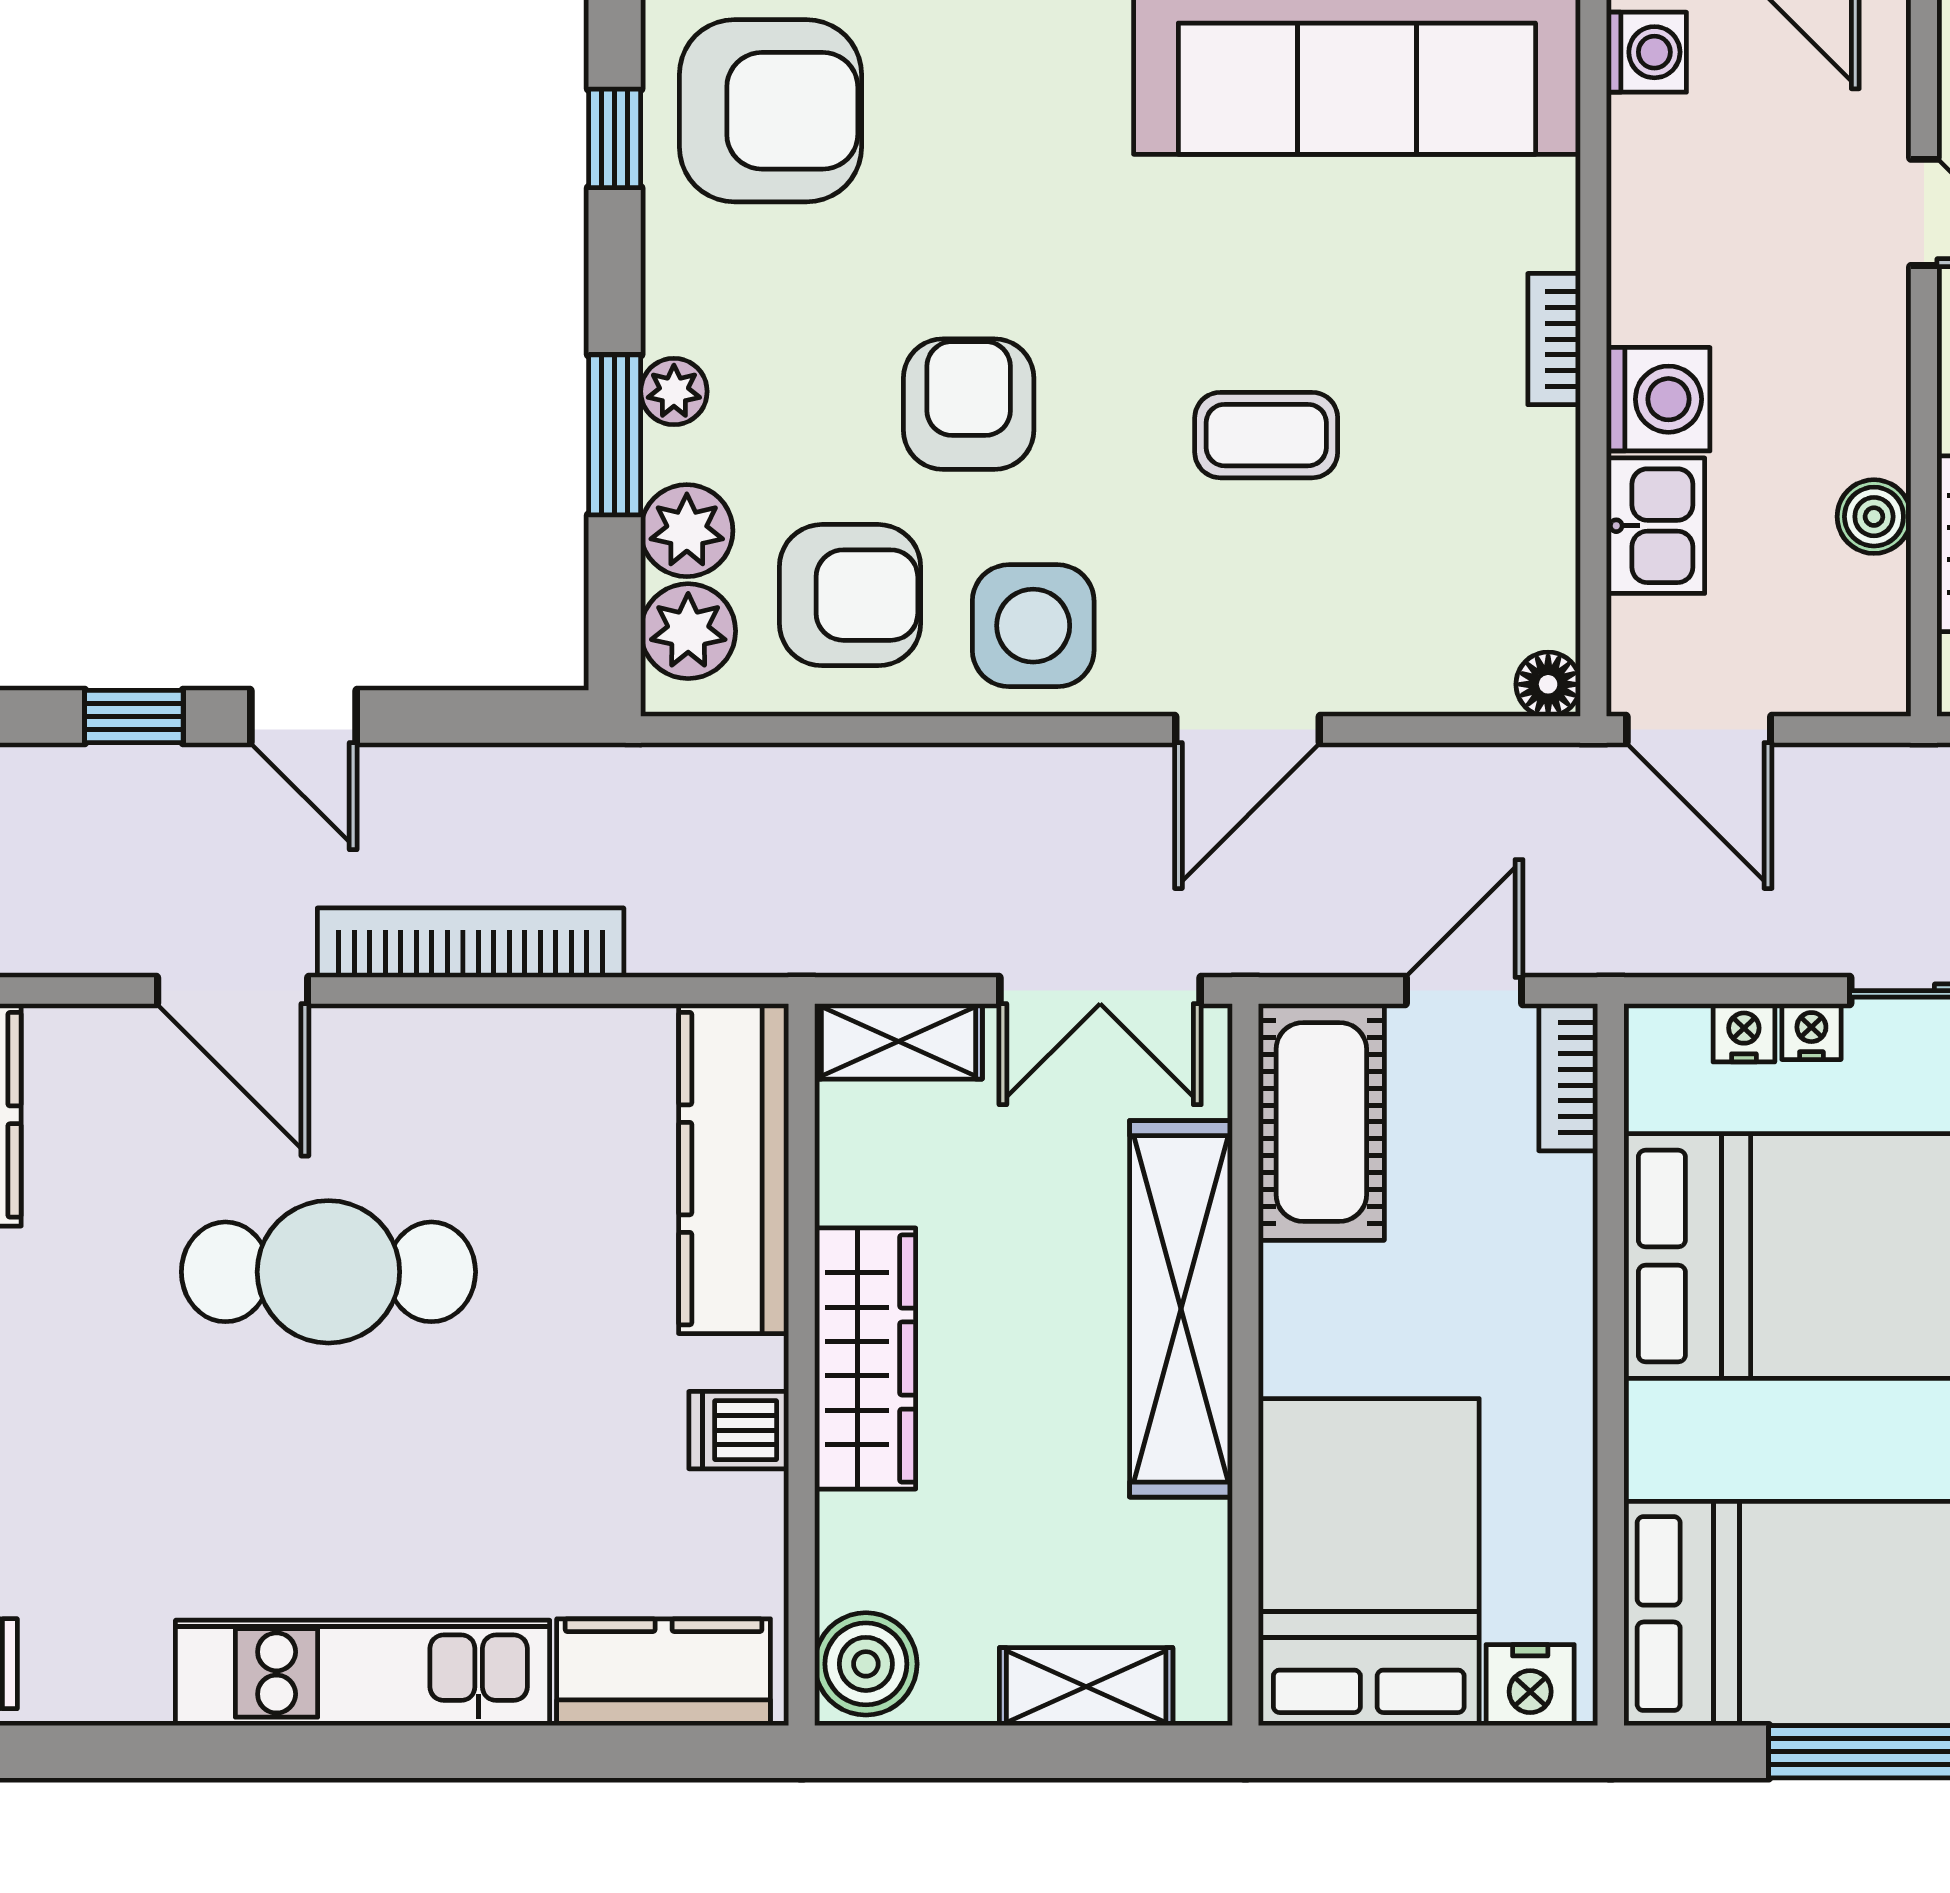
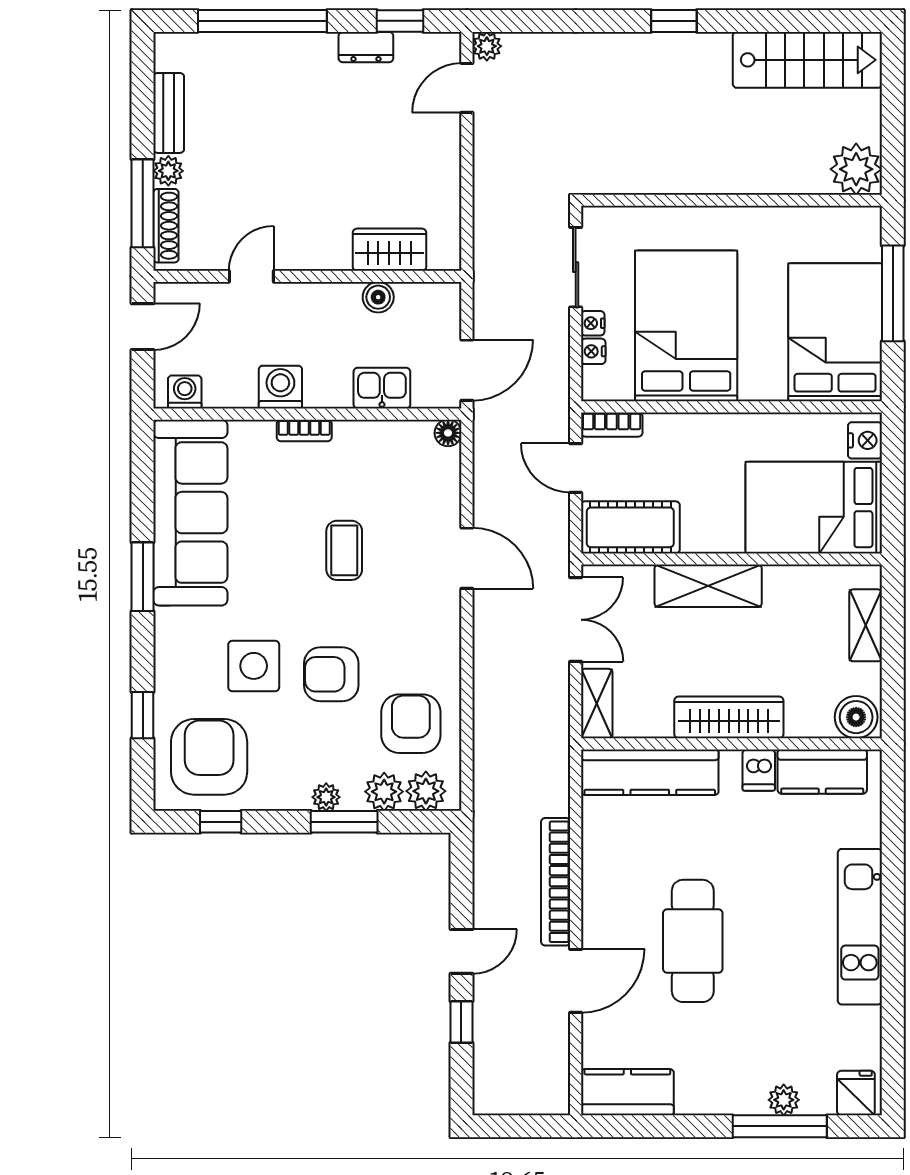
washing machine: (1658, 399) -> (280, 387), moved
side table: (1033, 626) -> (254, 666), moved
shelving: (1181, 1309) -> (708, 586), width x0.68
kitchen counter: (664, 1672) -> (822, 772), moved, turned -90

